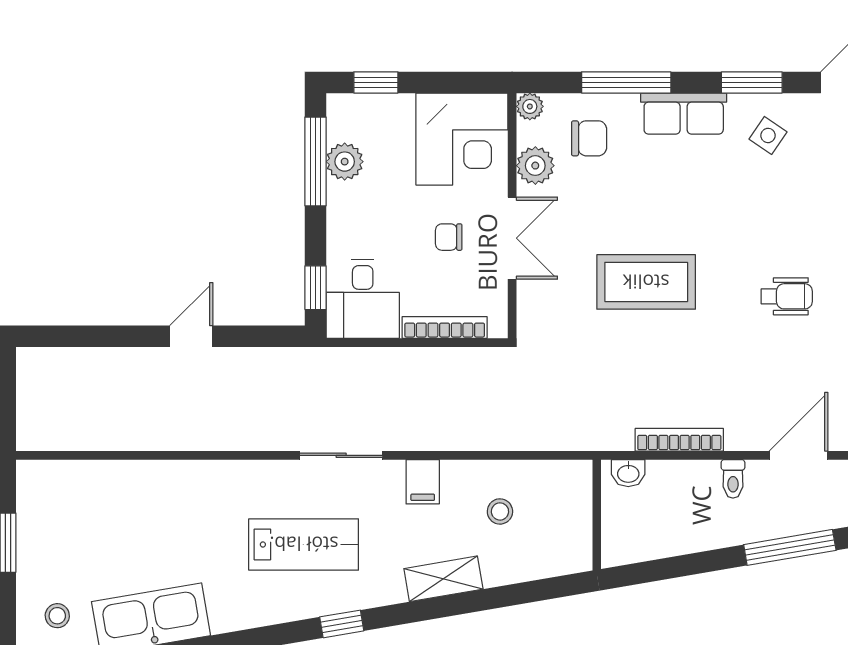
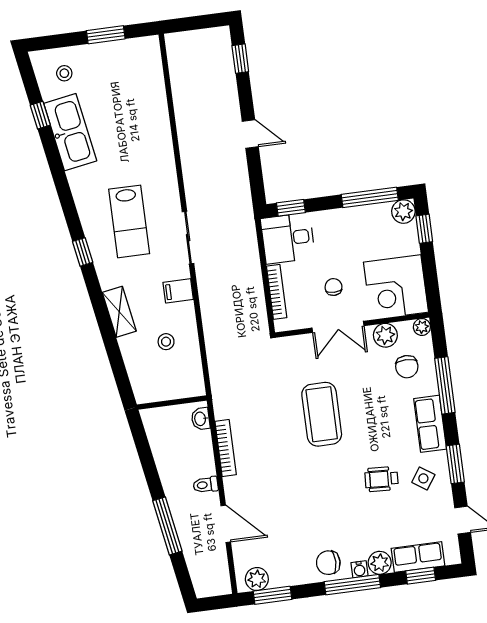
plant: (345, 162) -> (403, 212), moved
wheelchair: (787, 296) -> (382, 479), moved, turned 93
window: (71, 336) -> (240, 59), added

